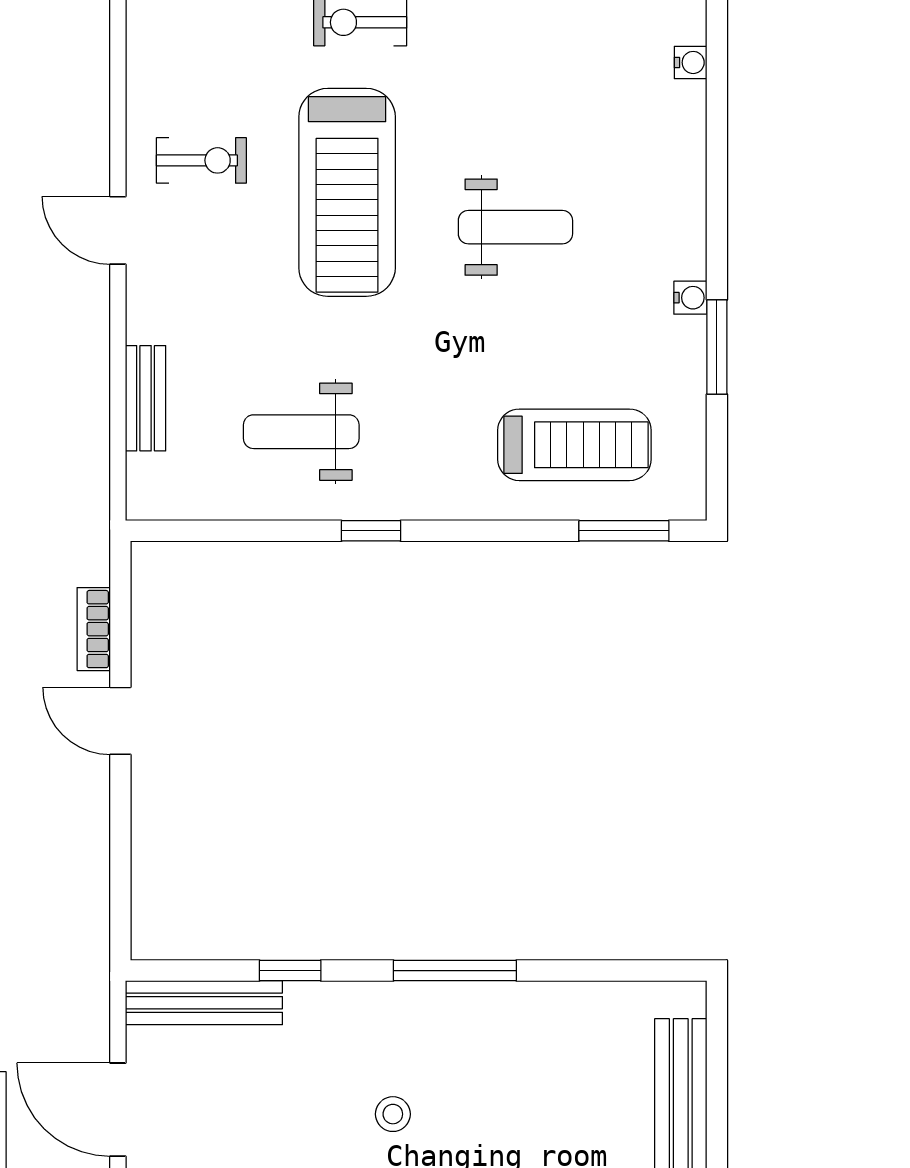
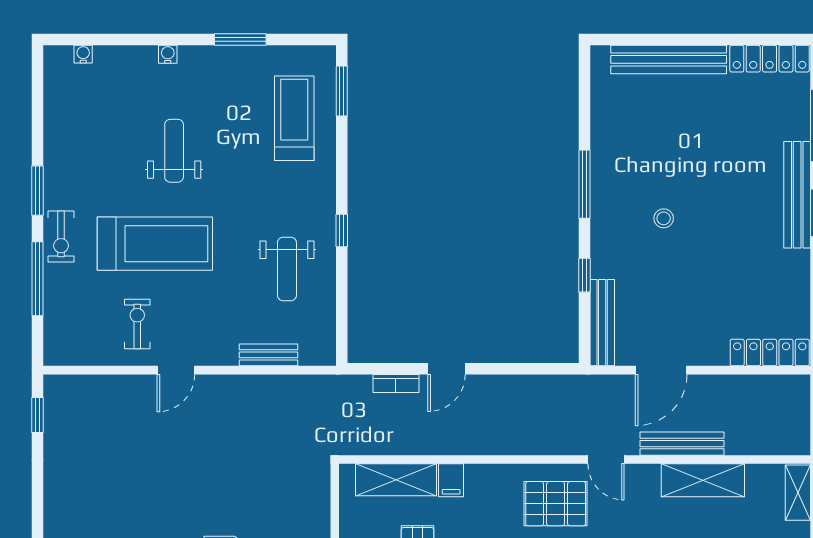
water cooler: (690, 298) -> (168, 54), moved

